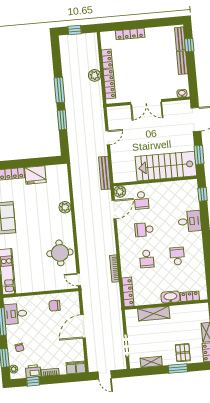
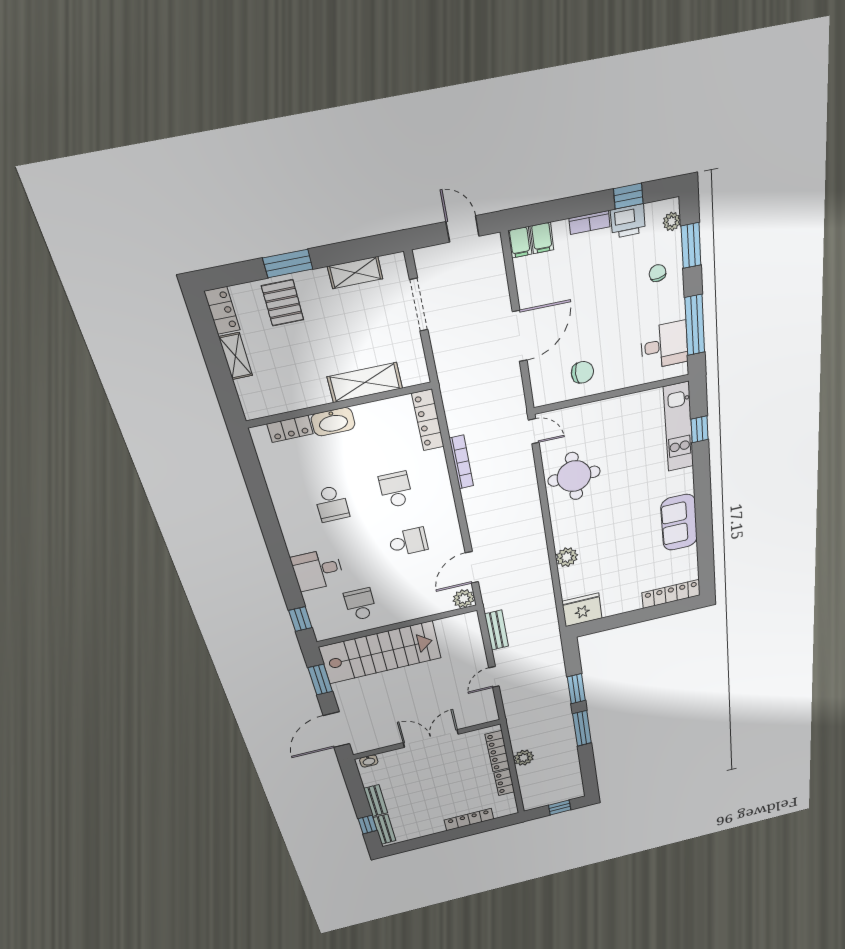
bench: (105, 173) -> (496, 630), width x0.73
fridge: (35, 175) -> (582, 610), moved
school desk: (141, 200) -> (360, 604), moved

